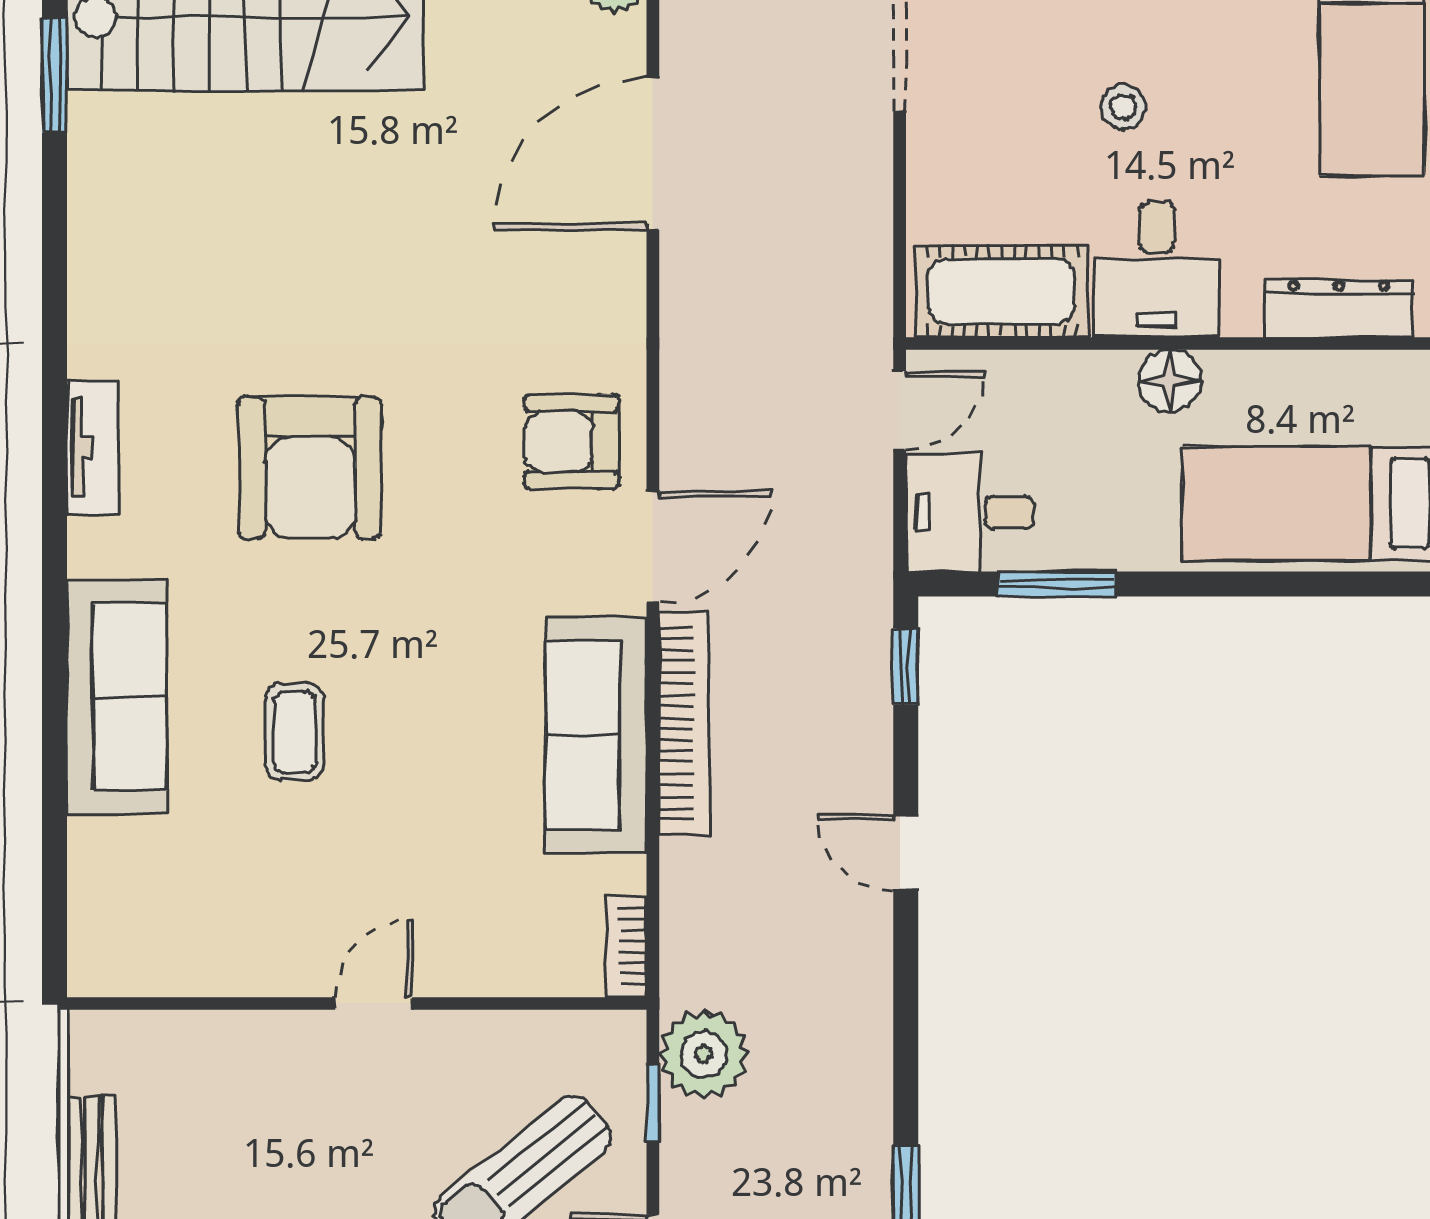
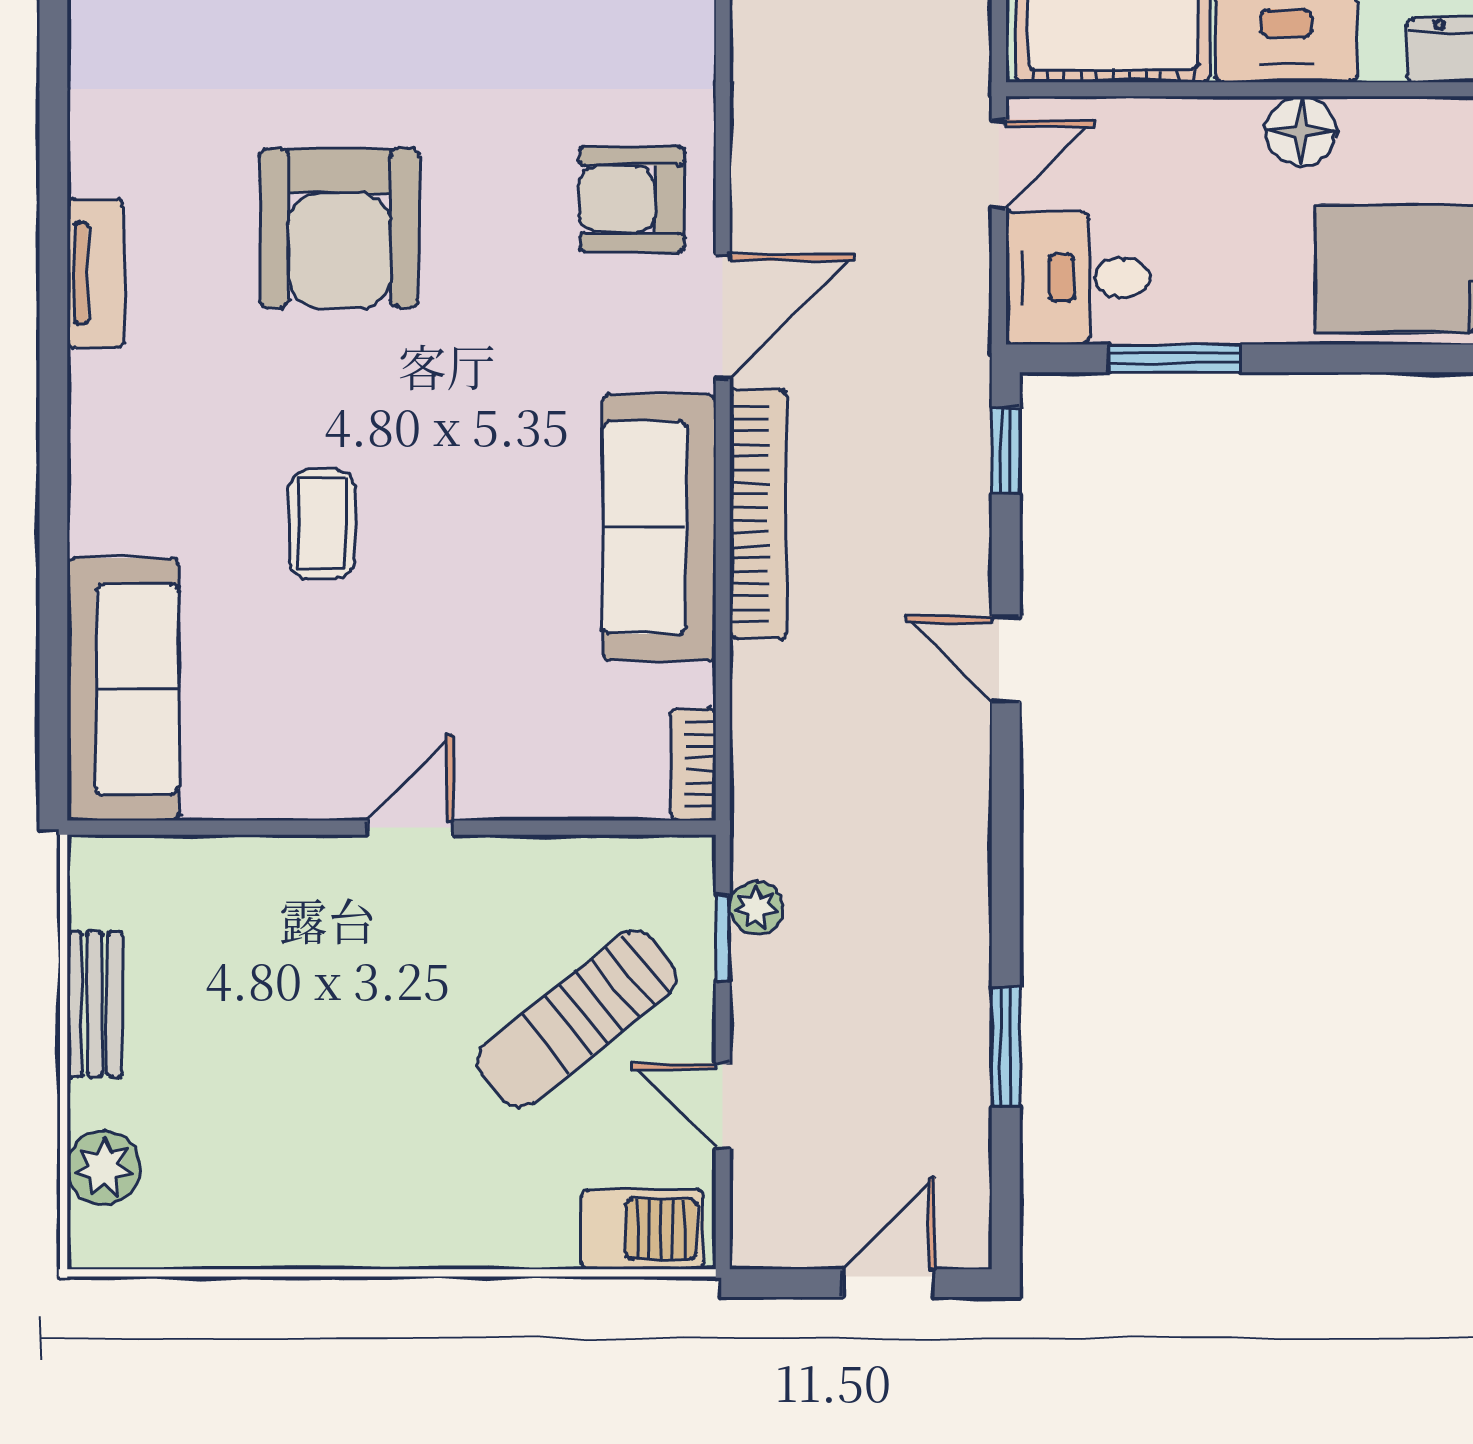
tv unit: (92, 447) -> (96, 273), moved
sofa: (117, 697) -> (123, 689), moved
plant: (704, 1054) -> (756, 908), width x0.53, depth x0.53

